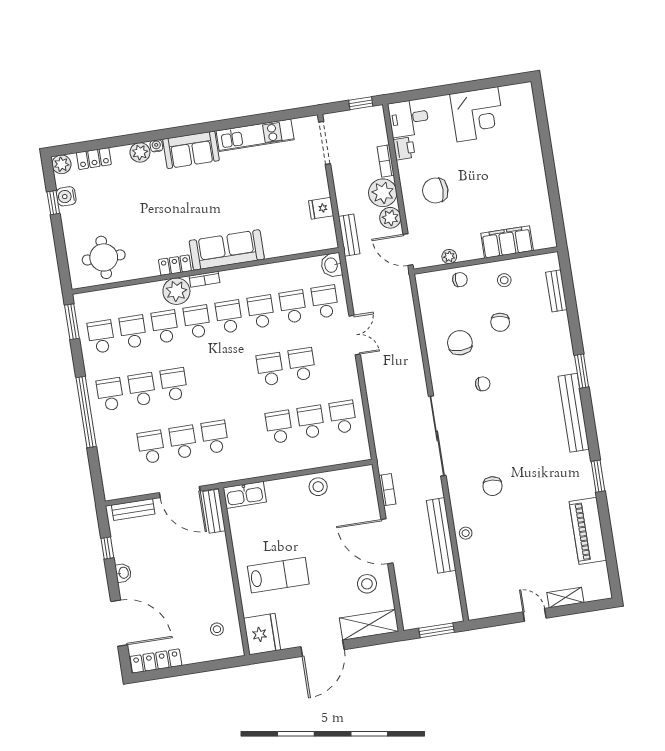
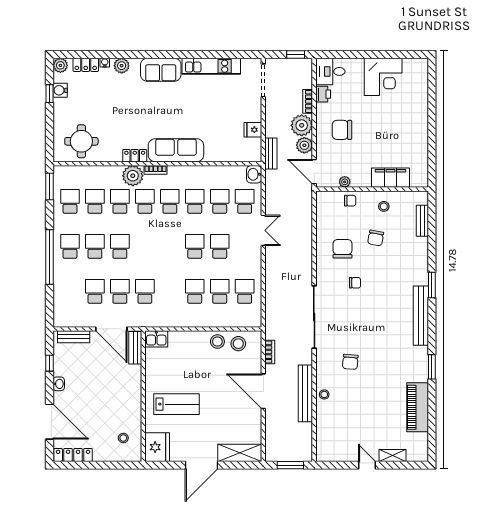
water cooler: (156, 146) -> (105, 63), moved
kitchen sink: (245, 495) -> (156, 339), width x0.73
stool: (367, 584) -> (238, 344), moved

